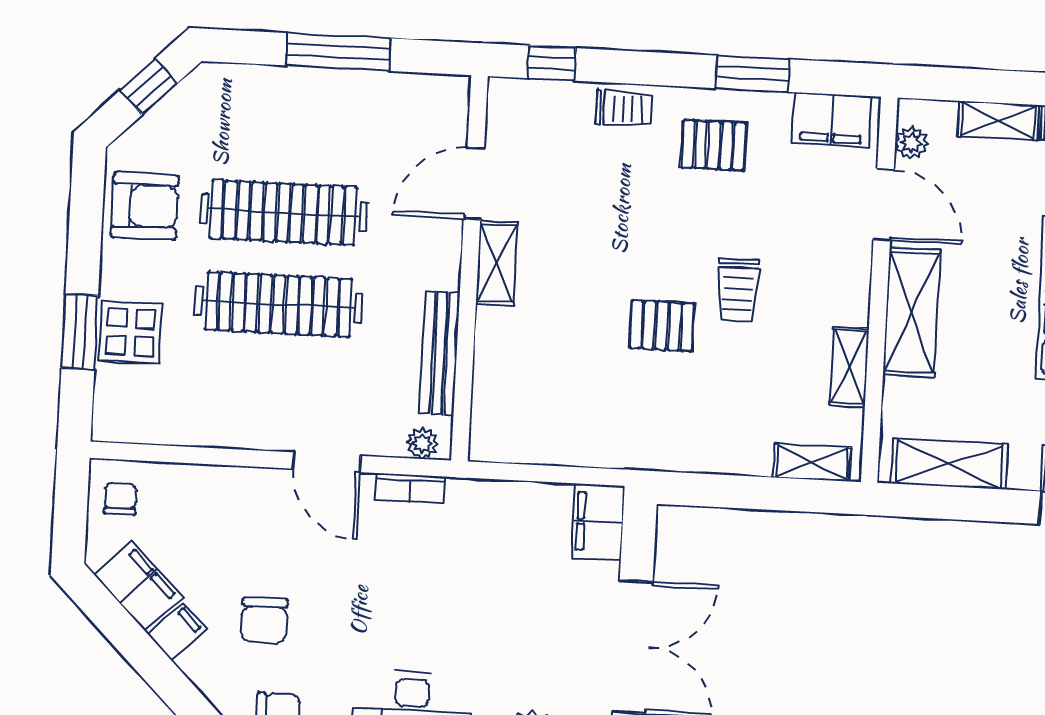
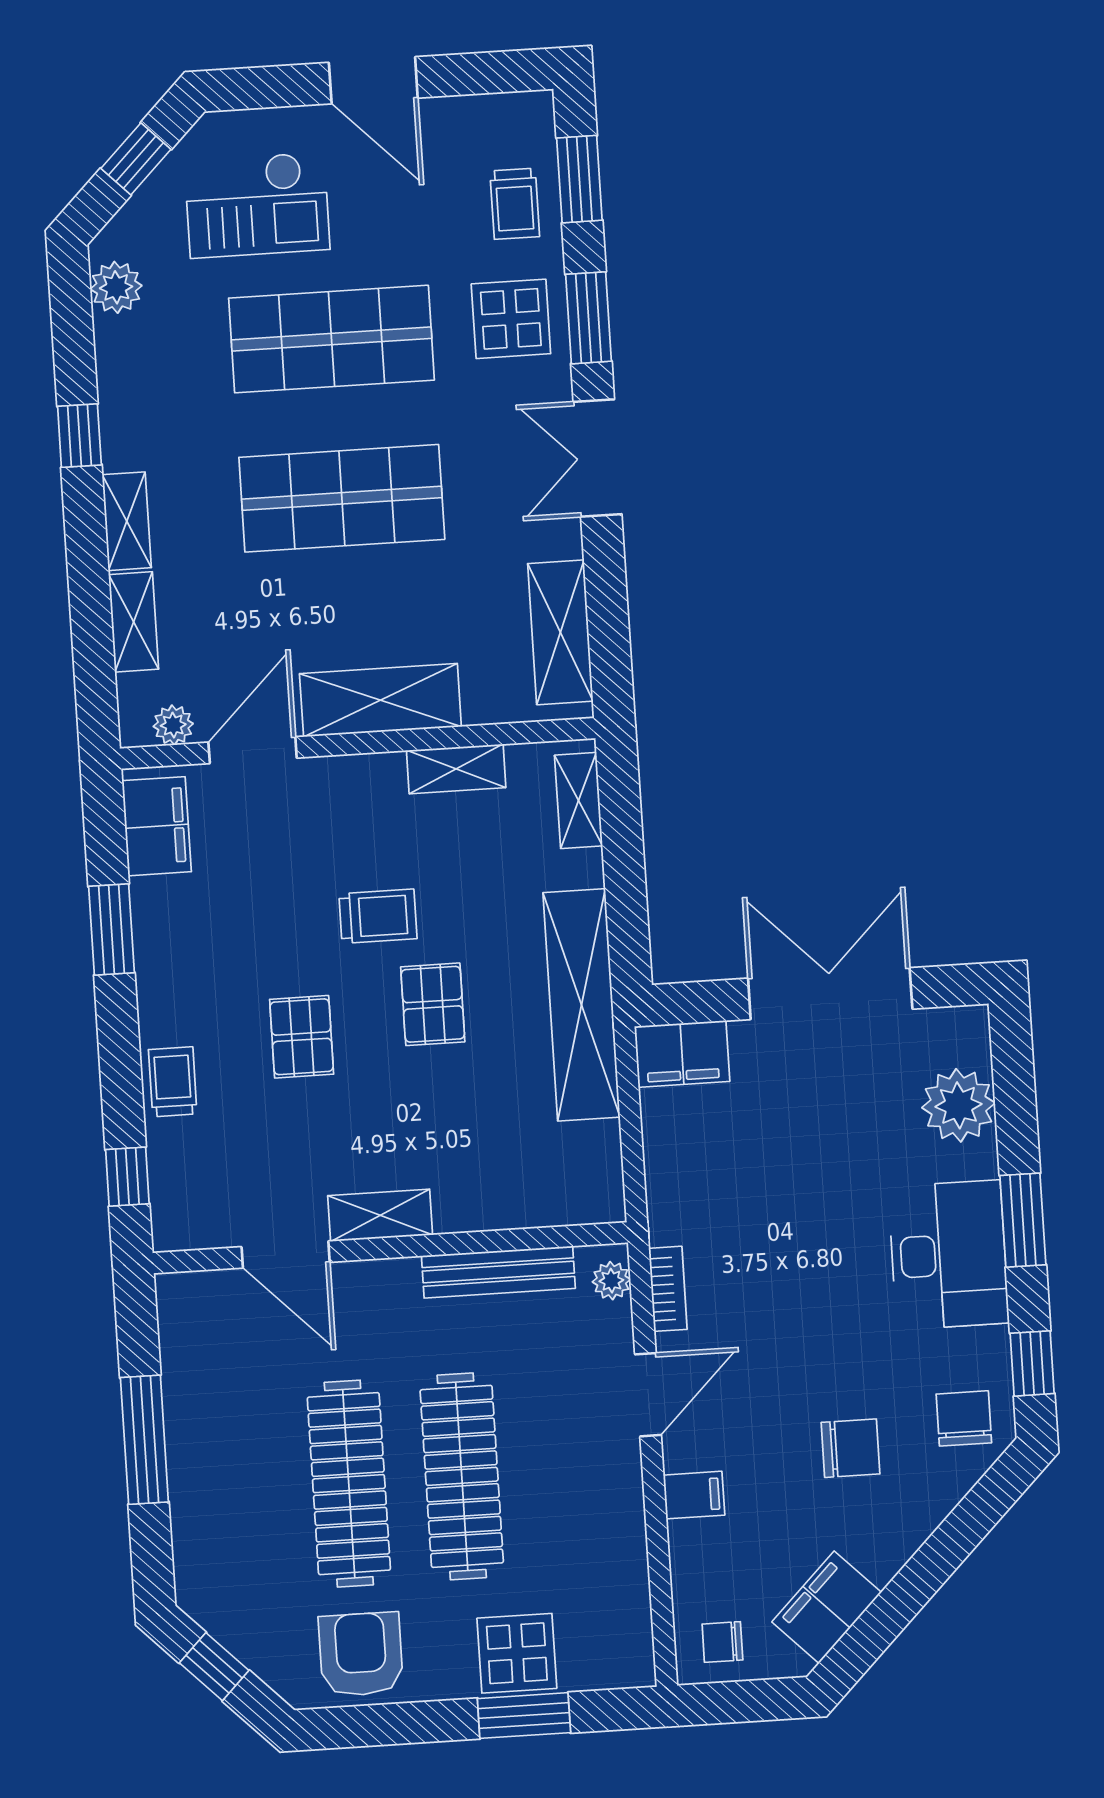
pallet: (714, 145) -> (302, 1037), moved
shelving: (647, 445) -> (582, 1005), added
filing cabinet: (177, 631) -> (694, 1495), moved, turned 135

